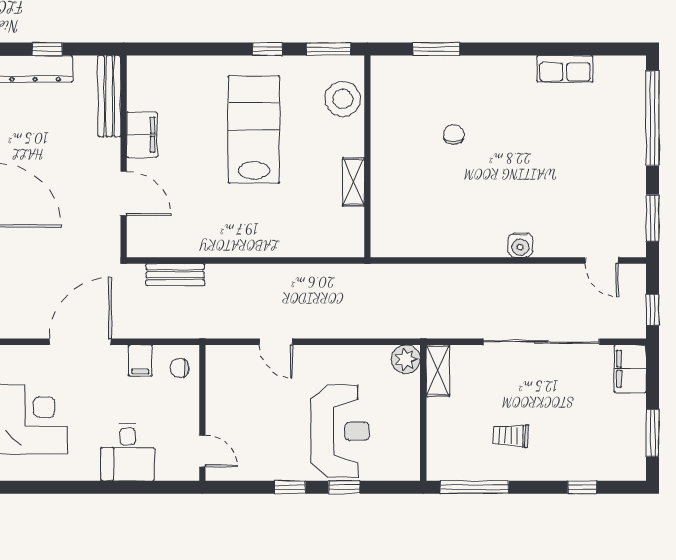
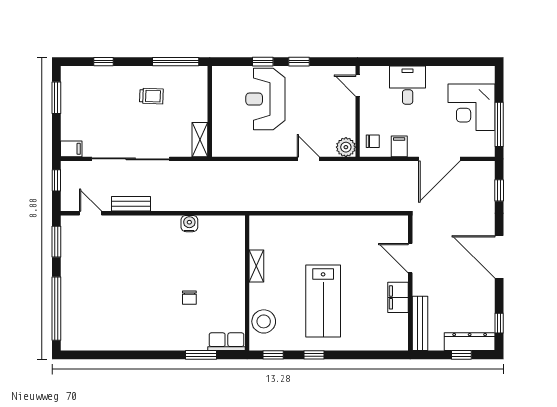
window: (329, 49) -> (273, 355), width x0.67
row of seats: (565, 69) -> (226, 342), moved
water cooler: (520, 245) -> (189, 224), moved
bench: (175, 275) -> (131, 204), moved
plant: (406, 359) -> (346, 147), moved
filing cabinet: (630, 369) -> (71, 149), width x0.50

